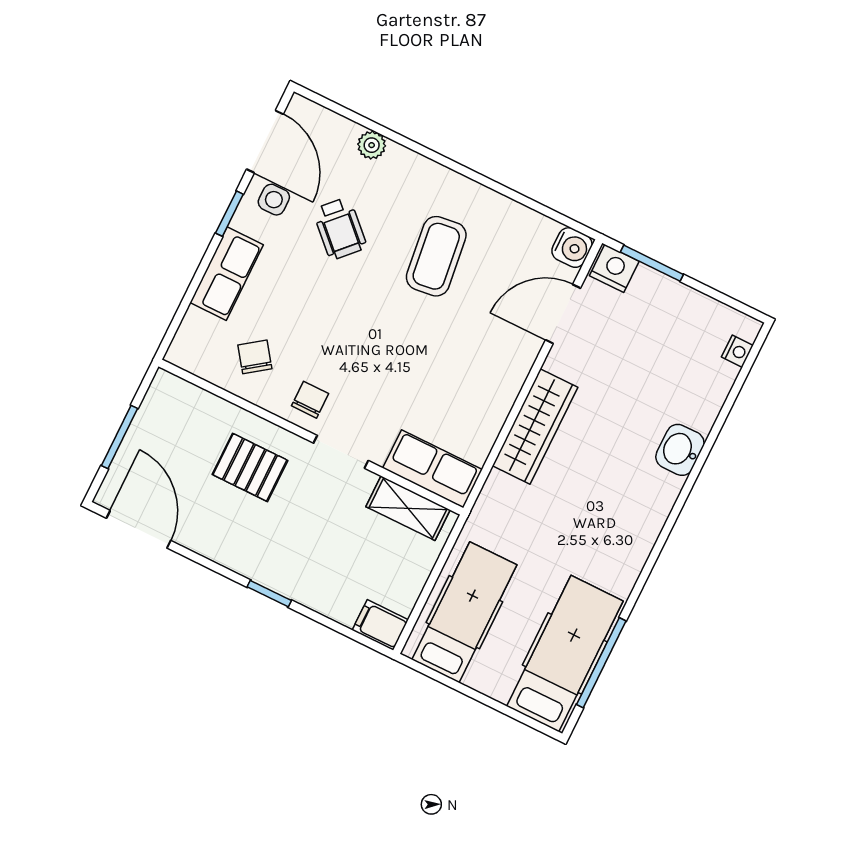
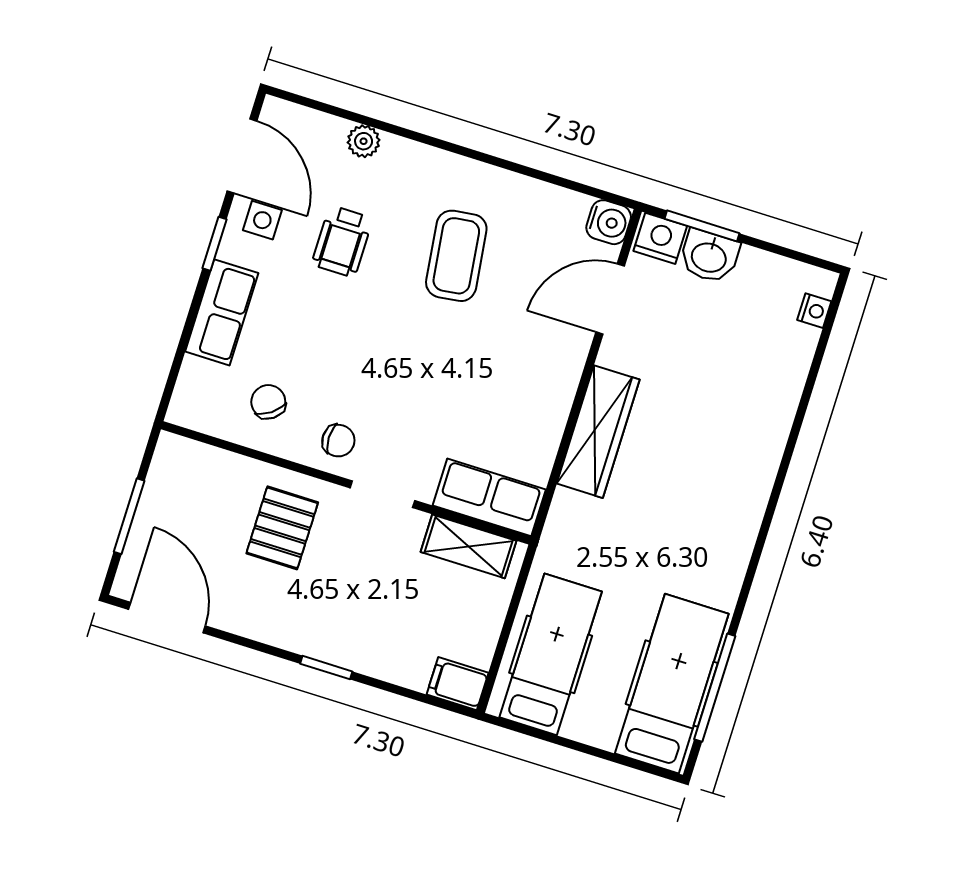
wheelchair: (340, 229) -> (342, 241), turned 46
chair: (310, 400) -> (338, 441), turned 90
washbasin: (680, 450) -> (709, 256), moved, turned -90
pallet: (250, 467) -> (282, 528), turned 90

